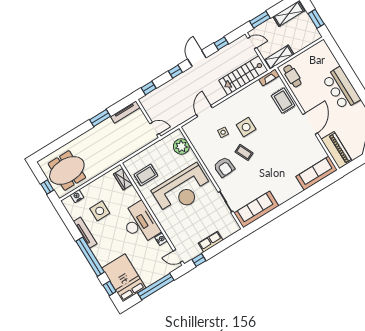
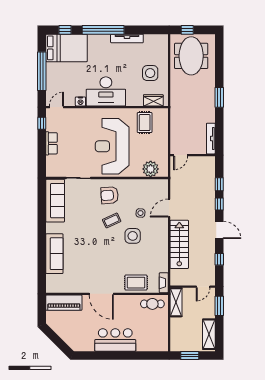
stairs: (243, 75) -> (179, 244), moved
window: (149, 88) -> (219, 184), moved
door: (204, 111) -> (169, 208), swing flipped
window: (100, 118) -> (219, 97), moved
sofa: (317, 173) -> (54, 254), moved
nightstand: (77, 196) -> (163, 51), removed
side table: (100, 211) -> (150, 73), moved

